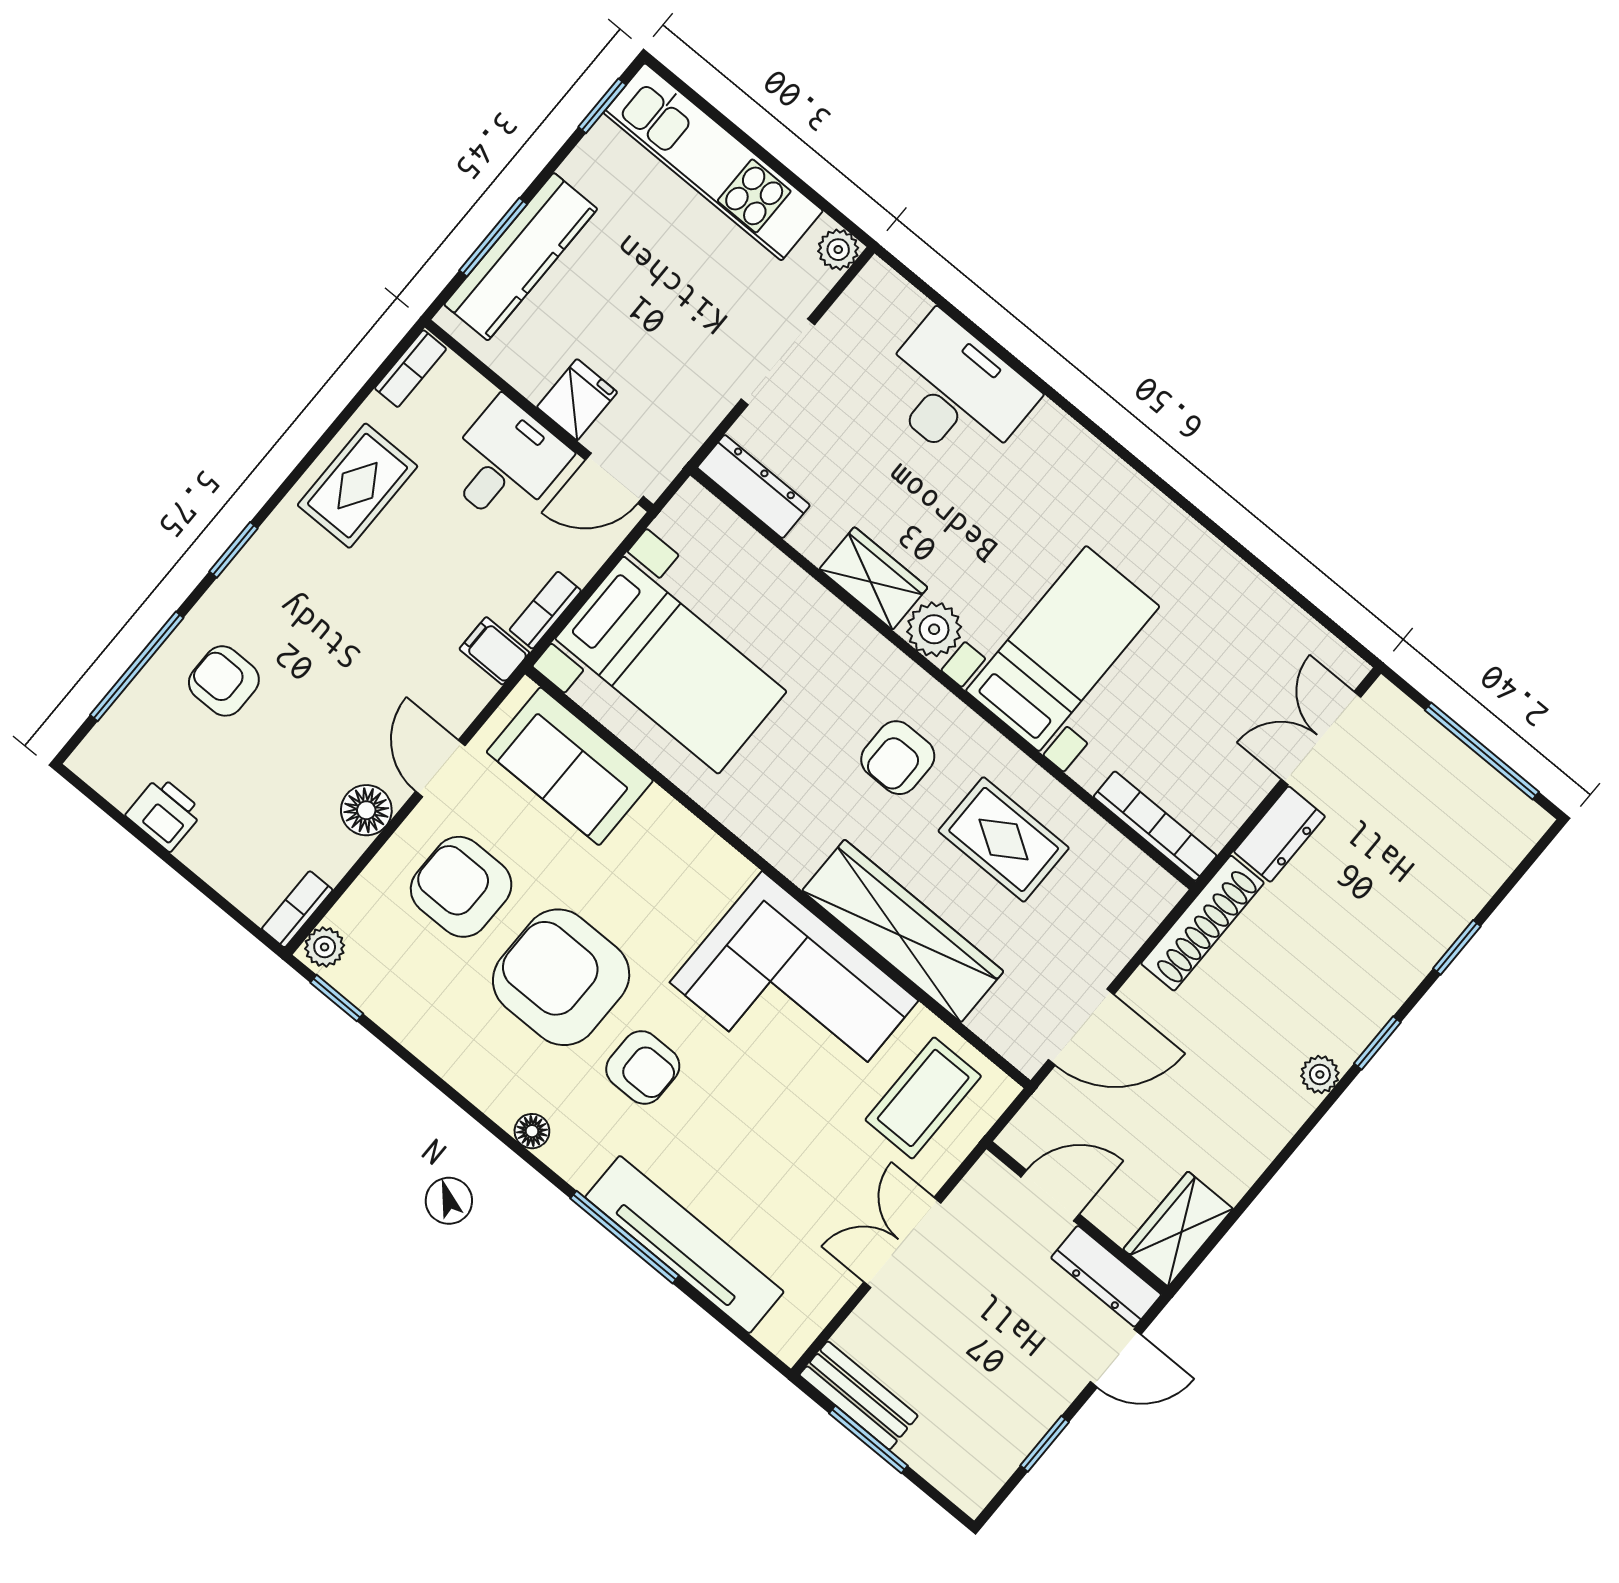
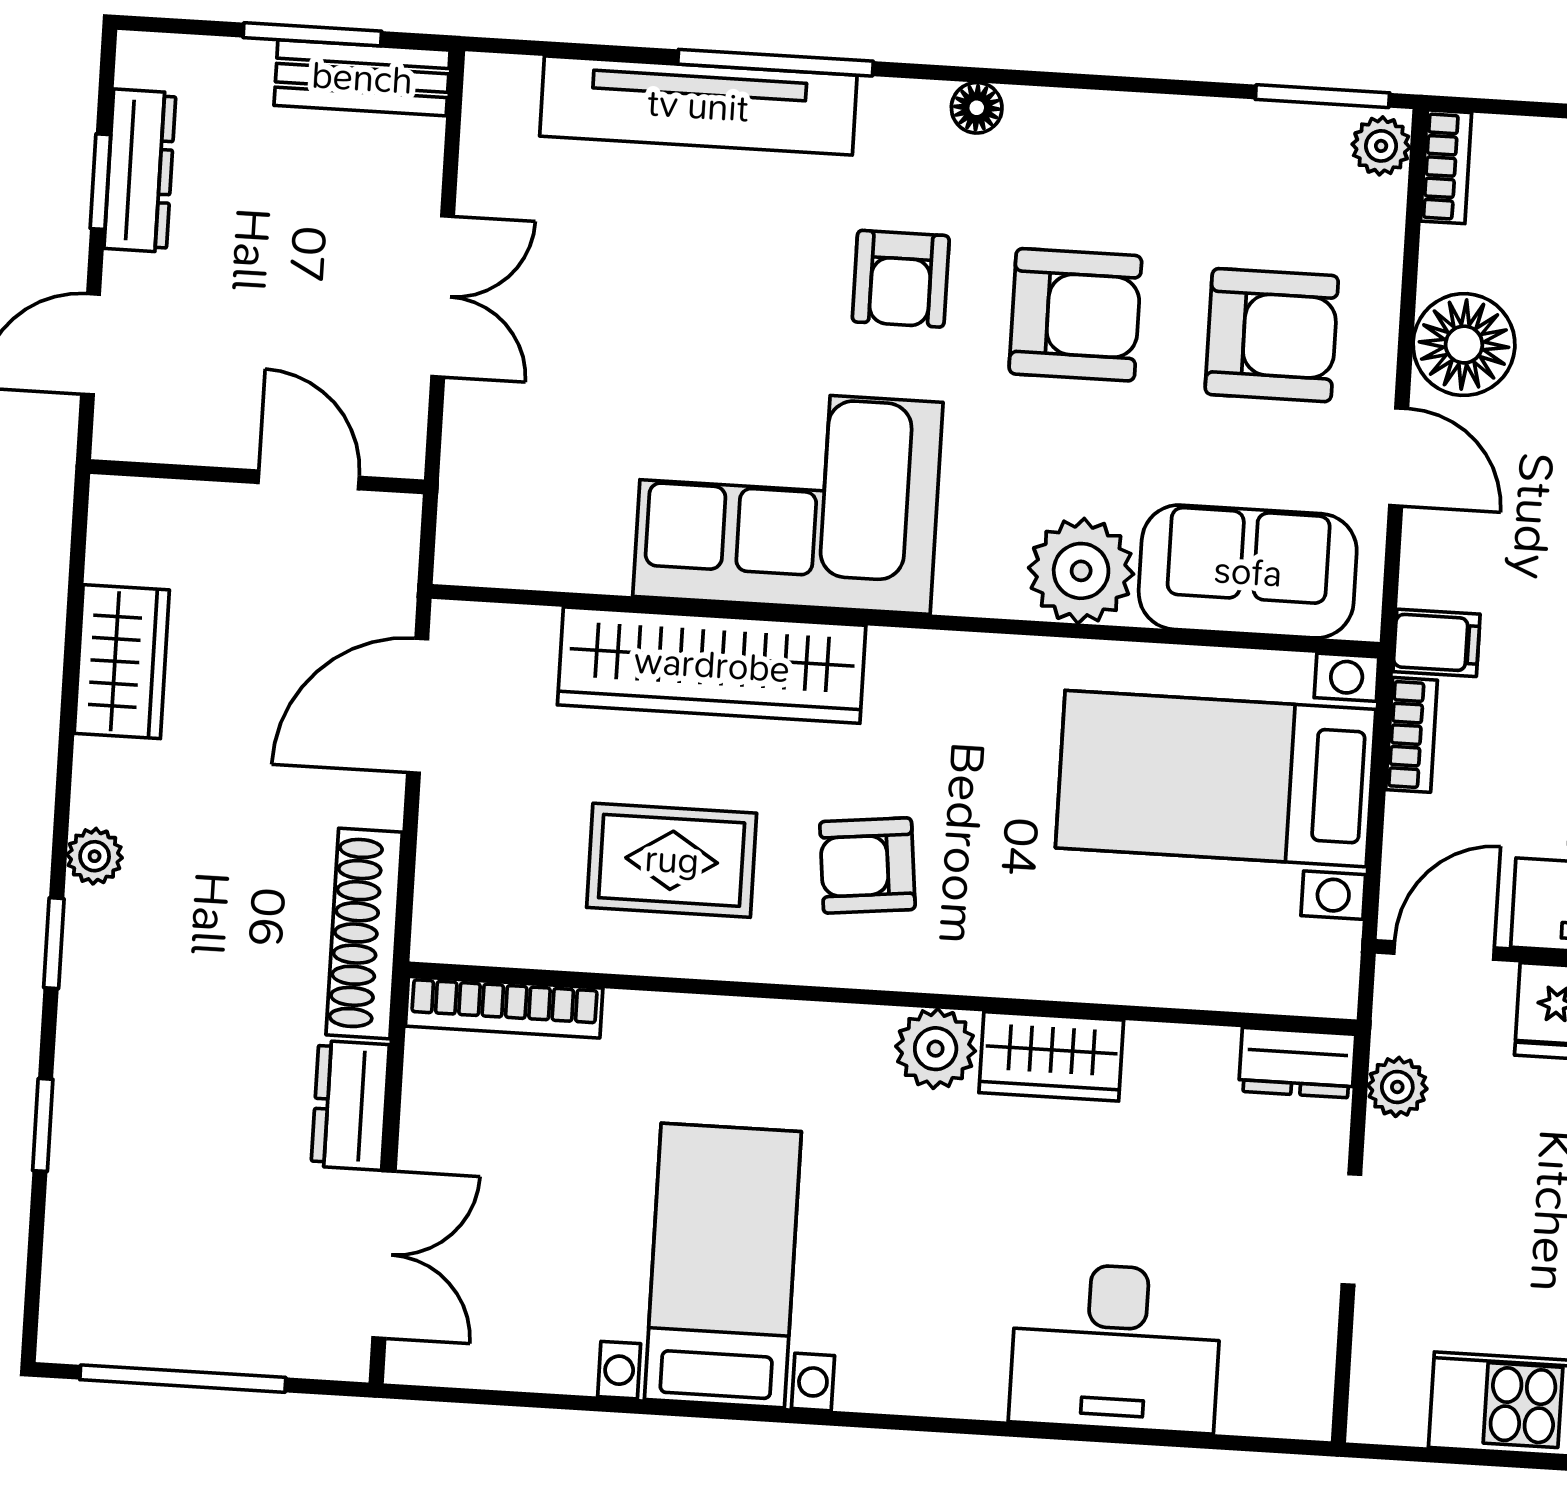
plant: (838, 250) -> (1397, 1087), moved
doorway: (778, 362) -> (1351, 1230), width x0.73
dresser: (754, 486) -> (1297, 1063), width x0.70
bed with nightstands: (1063, 649) -> (723, 1265), moved, turned 180
armchair: (898, 758) -> (867, 866), turned -96
floor lamp: (366, 810) -> (1464, 345), width x1.38, depth x1.38
plant: (661, 834) -> (1081, 571), added
armchair: (561, 977) -> (1075, 315), width x0.73, depth x0.73
window: (337, 998) -> (1322, 96), width x1.50
armchair: (643, 1067) -> (901, 279), turned -90
coffee table: (923, 1098) -> (543, 485), removed
door: (1050, 1195) -> (309, 480), swing flipped
wardrobe: (1178, 1229) -> (122, 662), moved
dresser: (1106, 1276) -> (140, 171), moved, turned 90

